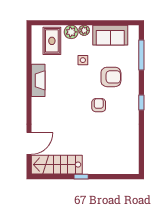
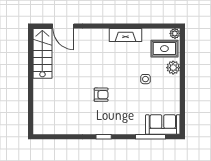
plant: (84, 30) -> (175, 33), moved
sofa: (110, 35) -> (163, 124), moved, turned 90
armchair: (111, 77) -> (129, 107), removed
window: (81, 177) -> (31, 77), removed

